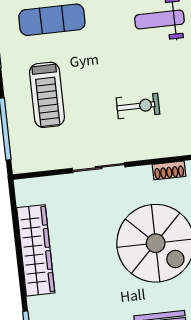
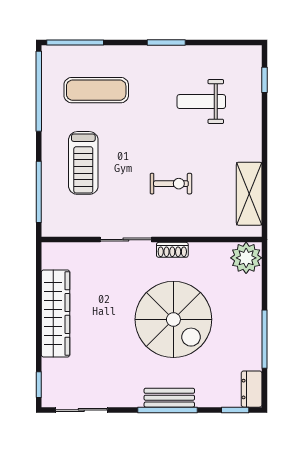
shoe rack: (169, 170) -> (172, 250), moved

